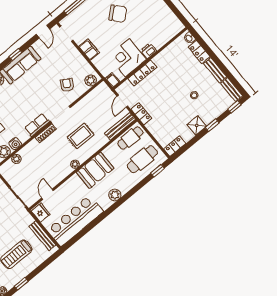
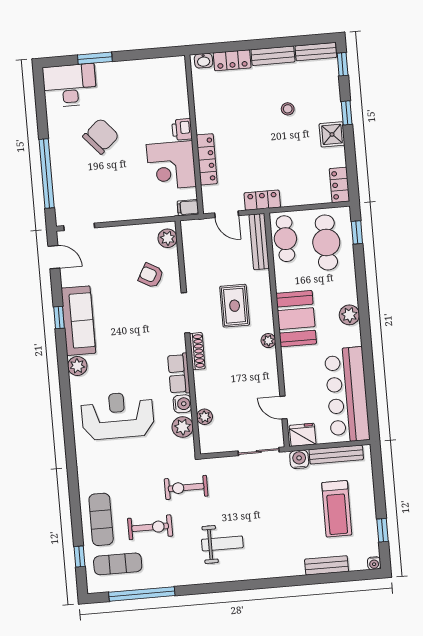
filing cabinet: (89, 50) -> (123, 211), removed
row of seats: (37, 125) -> (179, 374), moved
water cooler: (28, 219) -> (299, 459), added

